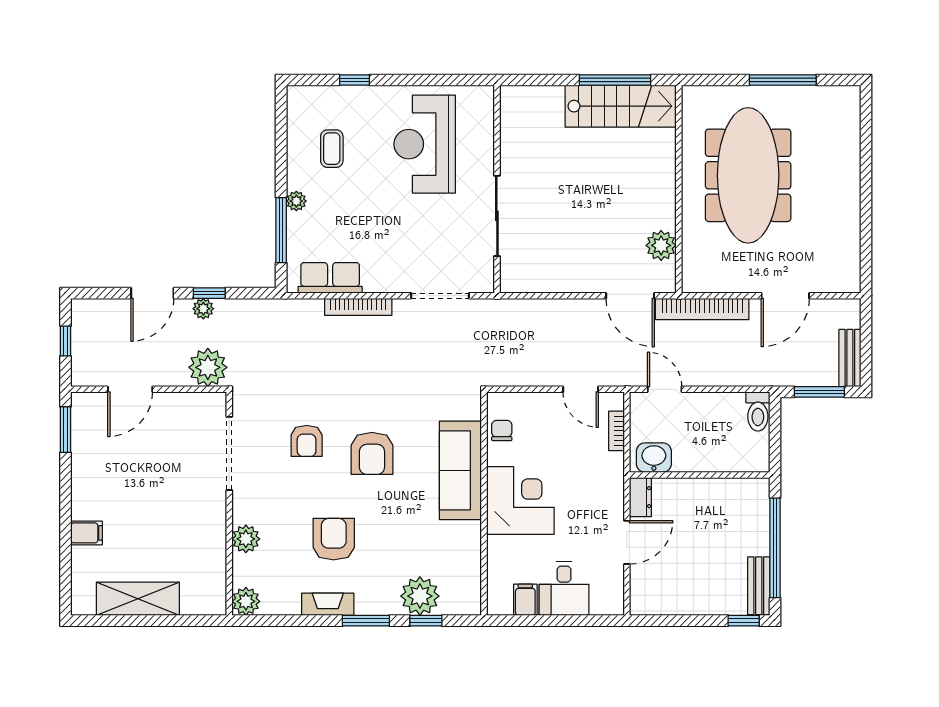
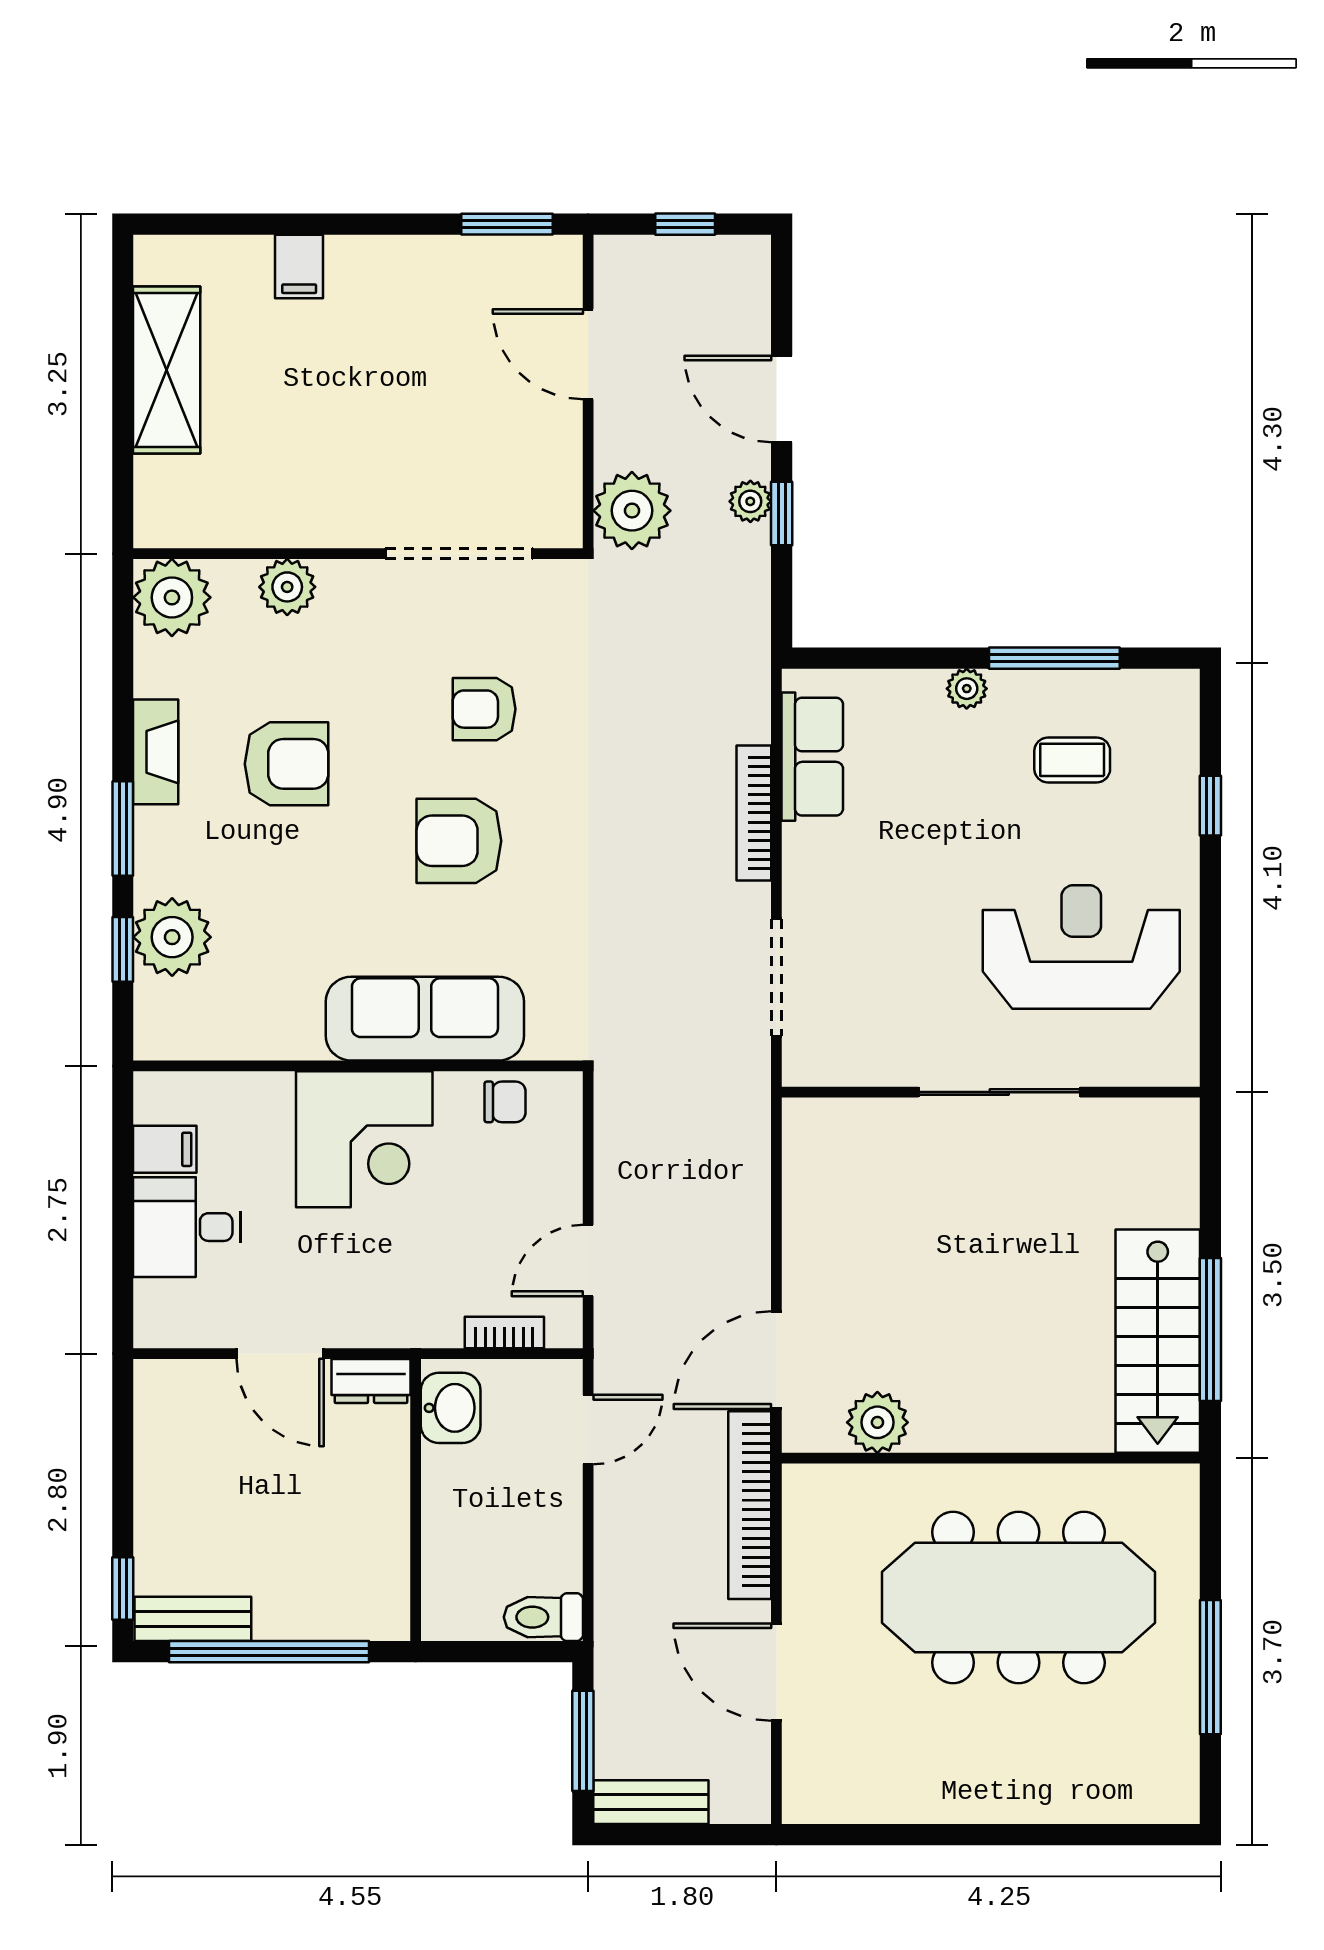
sliding door: (497, 216) -> (999, 1092), moved
window: (281, 230) -> (1054, 658), moved
plant: (246, 601) -> (172, 597), width x1.36, depth x1.36

